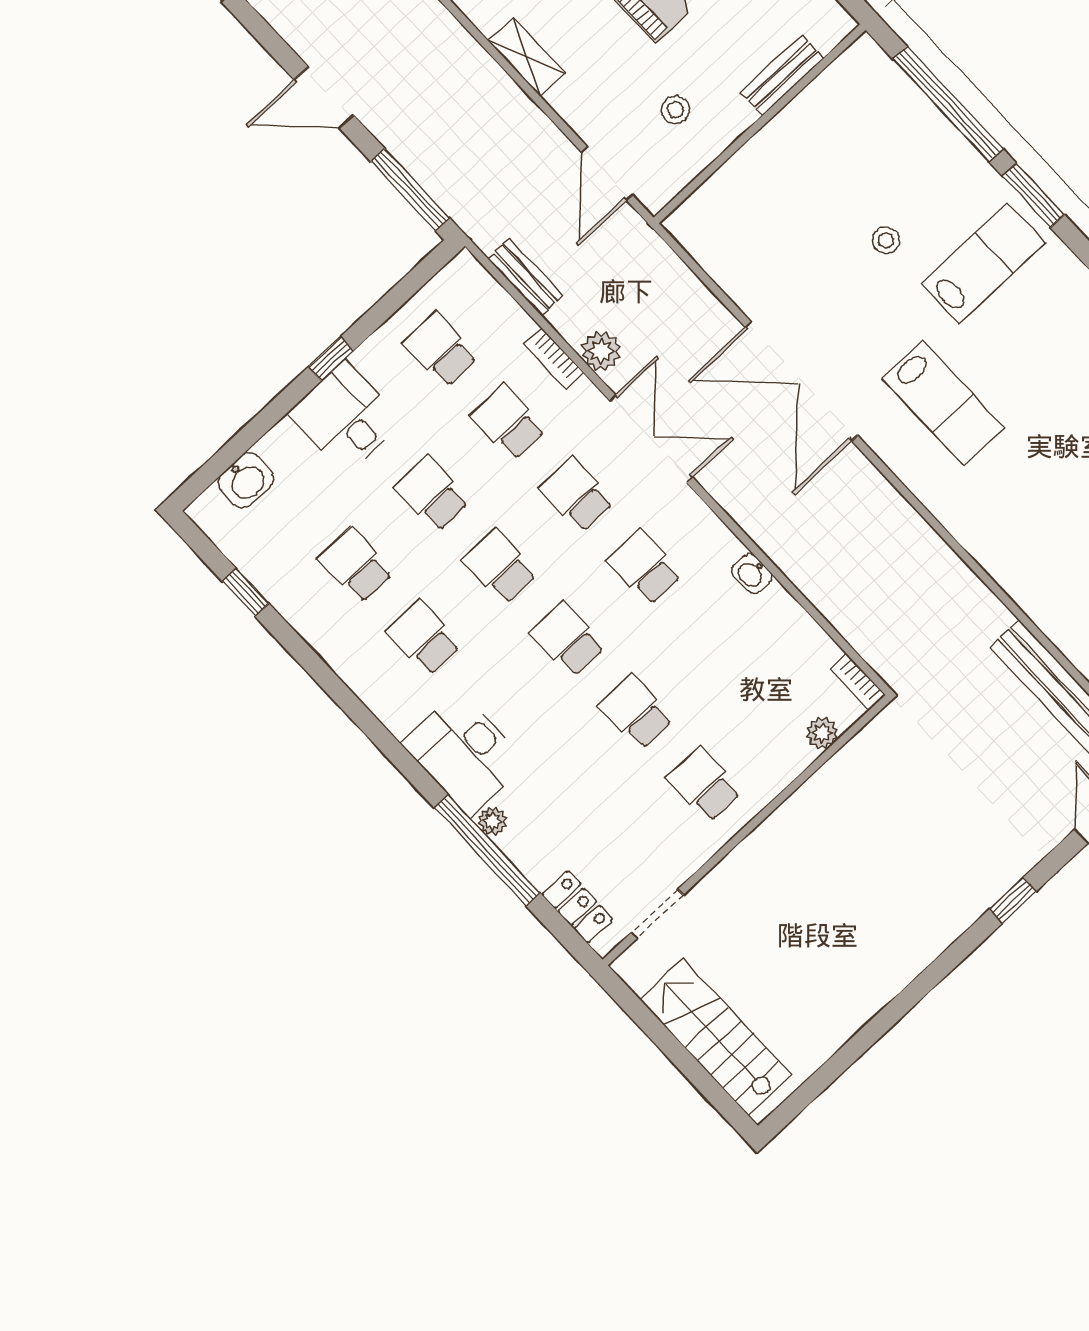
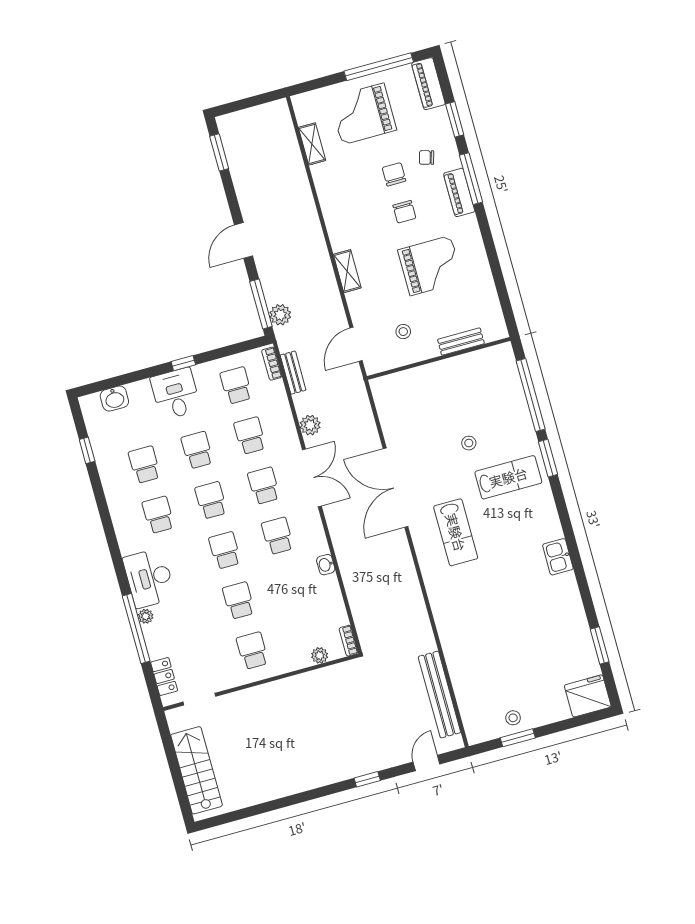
door: (324, 97) -> (243, 240), hinge flipped
plant: (452, 191) -> (280, 315), added
bookcase: (554, 358) -> (272, 364), moved

